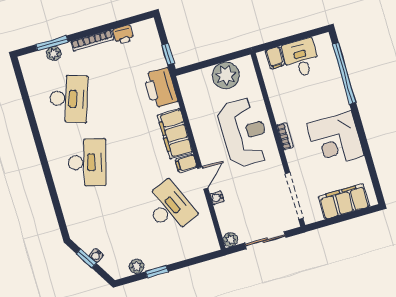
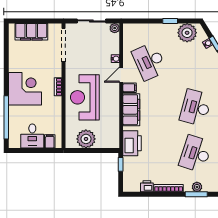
corner desk: (335, 140) -> (25, 89), moved
plant: (137, 266) -> (187, 33), width x1.88, depth x1.88

